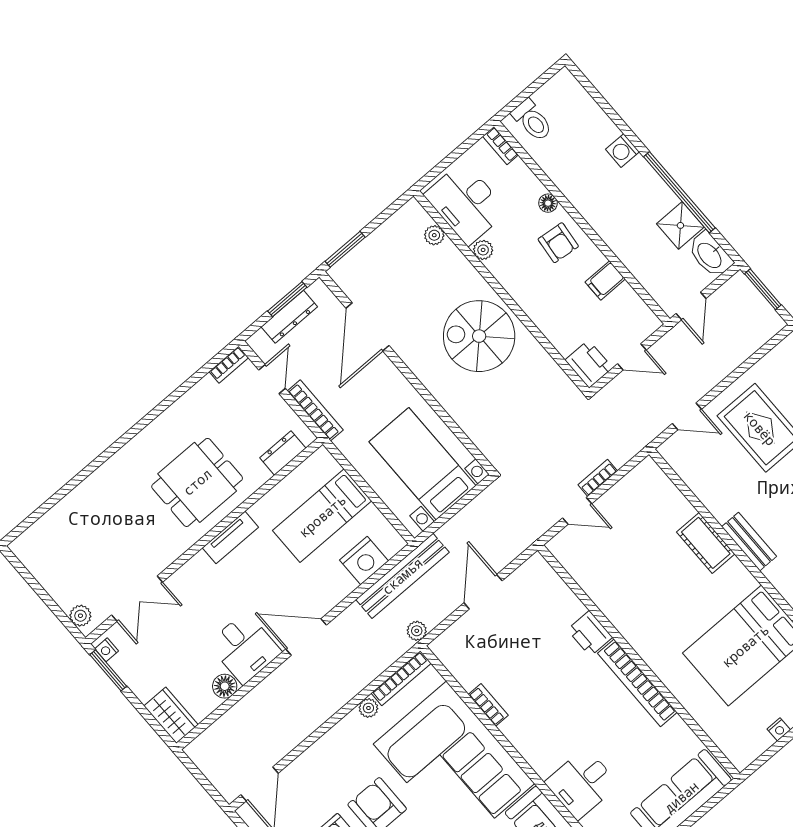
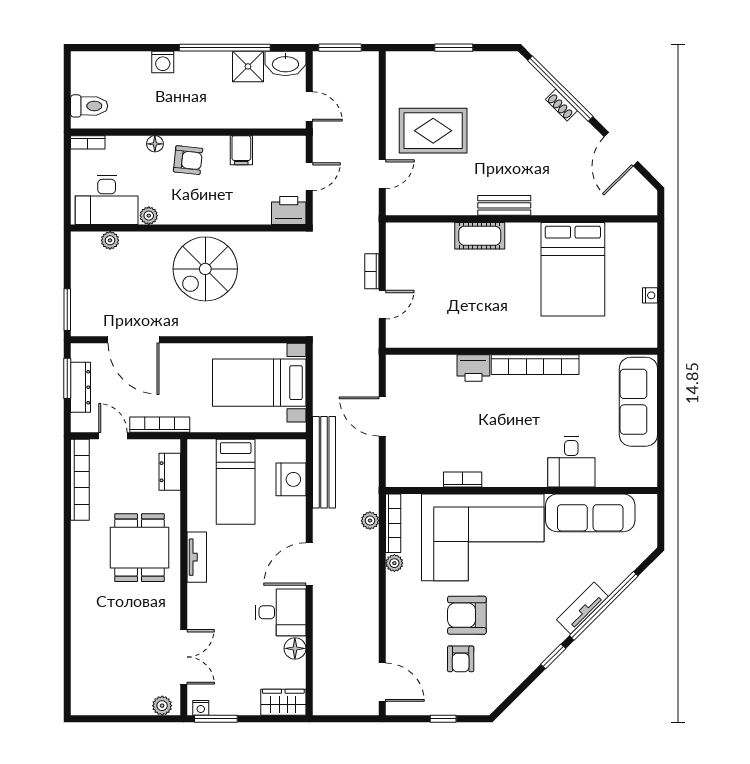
bookcase: (229, 365) -> (80, 480), width x2.31, depth x1.31
plant: (417, 631) -> (370, 521), moved

